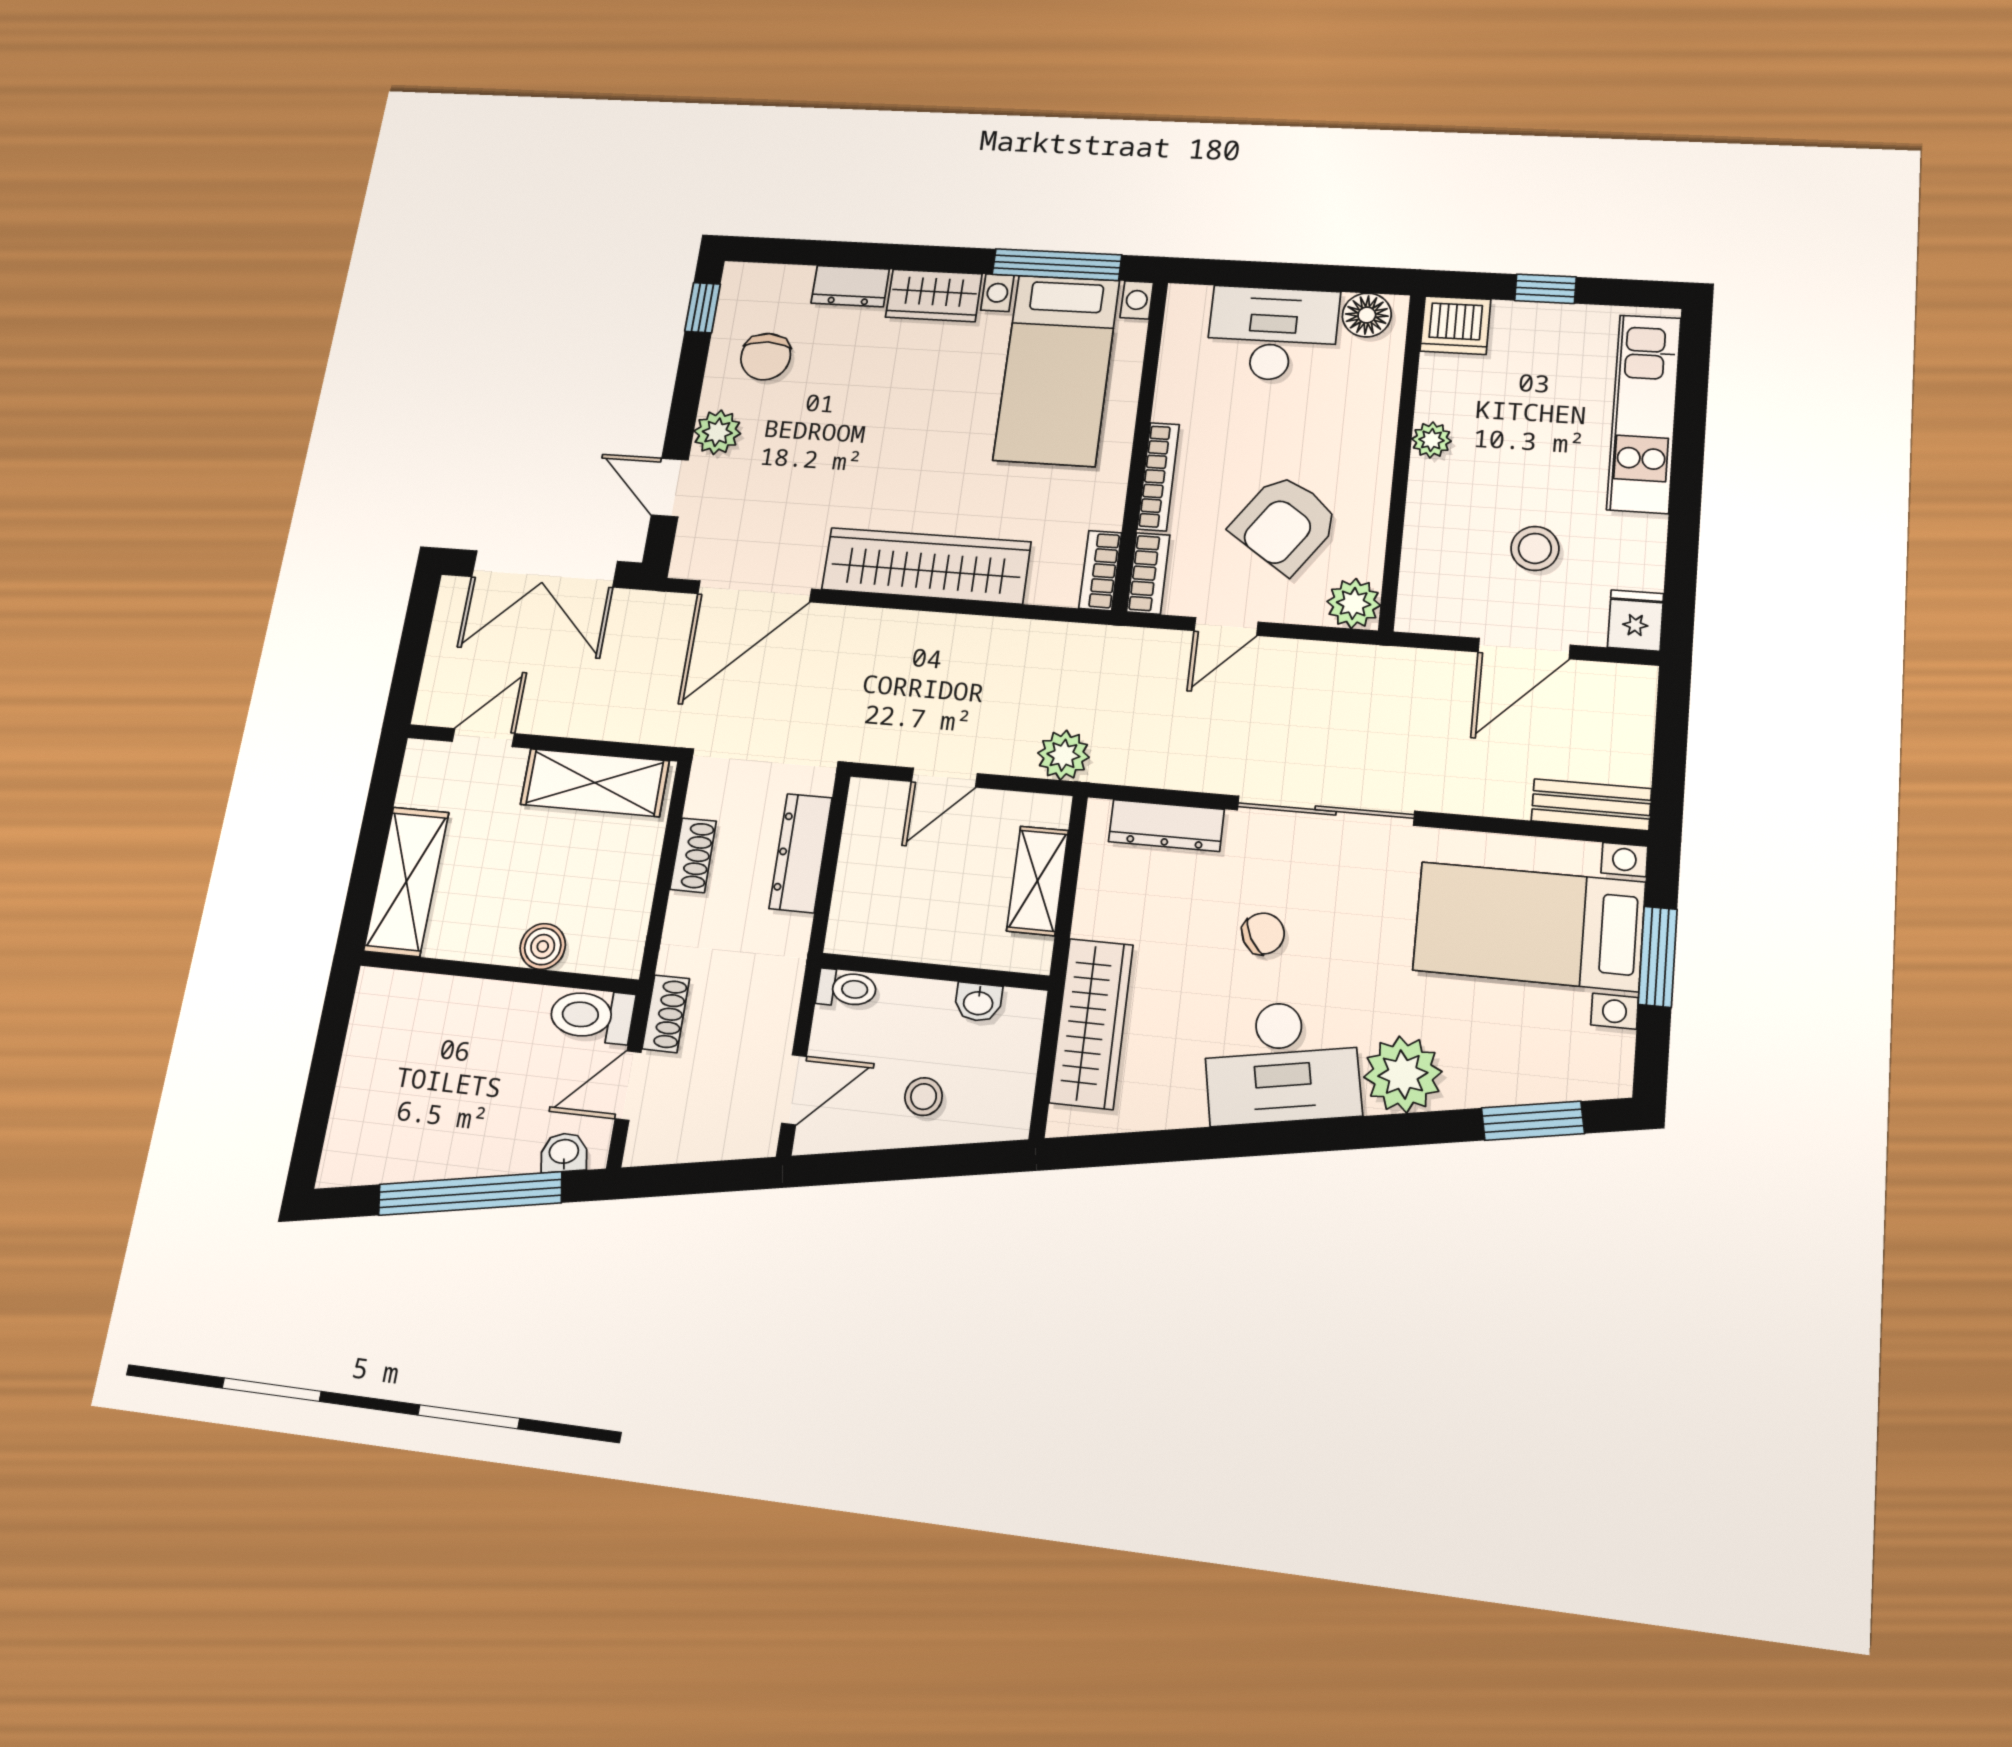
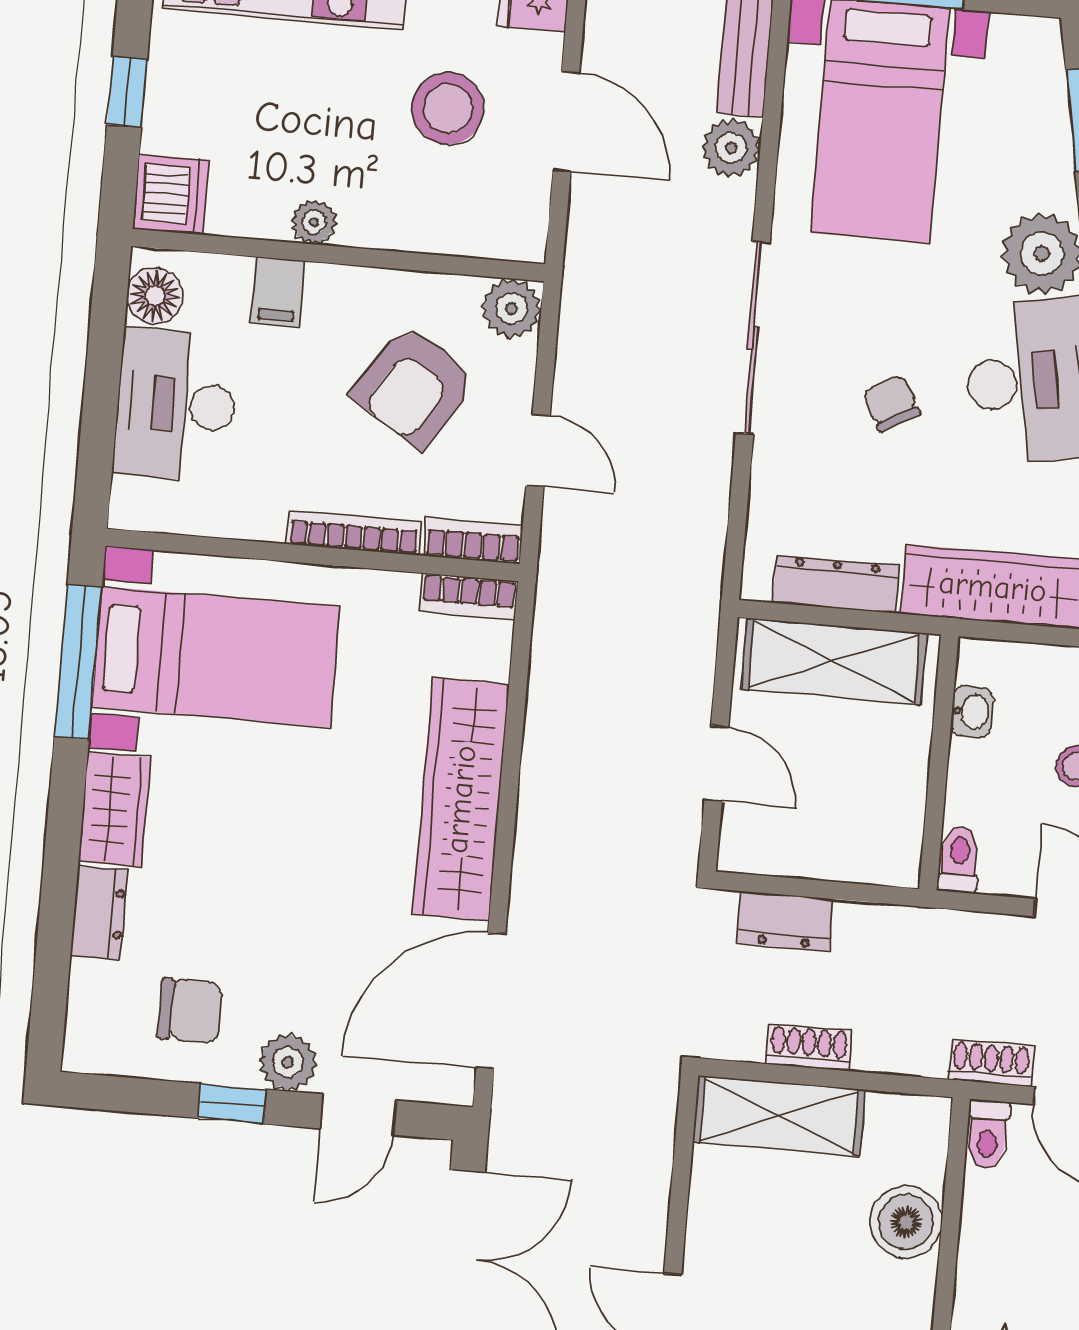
window: (703, 308) -> (232, 1104), moved
filing cabinet: (1370, 412) -> (278, 292), added
armchair: (1285, 524) -> (414, 386), turned 88
stool: (1535, 548) -> (448, 108), width x1.38, depth x1.38
door: (755, 591) -> (491, 1001), swing flipped
plant: (1063, 755) -> (731, 148), moved
shelving: (595, 783) -> (779, 1116), moved, turned 90
dresser: (1166, 825) -> (836, 584), moved, turned -90
dresser: (801, 853) -> (785, 921), width x0.70
shelving: (1038, 881) -> (834, 661), width x1.50, depth x1.33
boiler: (543, 946) -> (906, 1222), width x1.36, depth x1.36
toilet: (592, 1016) -> (988, 1134), width x0.73, depth x0.72

